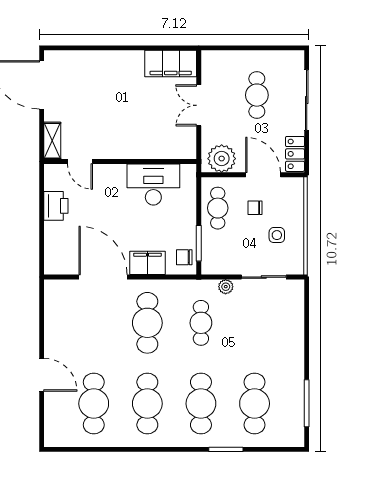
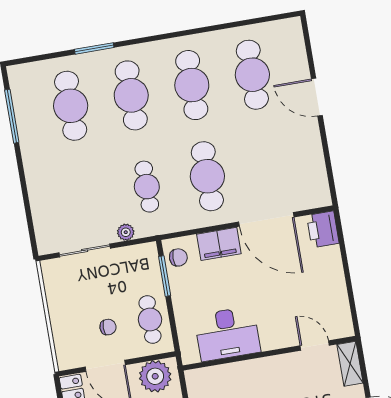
printer: (56, 206) -> (323, 229), moved
side table: (277, 235) -> (78, 300), removed

